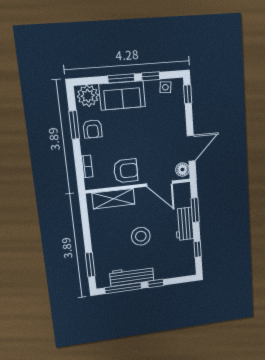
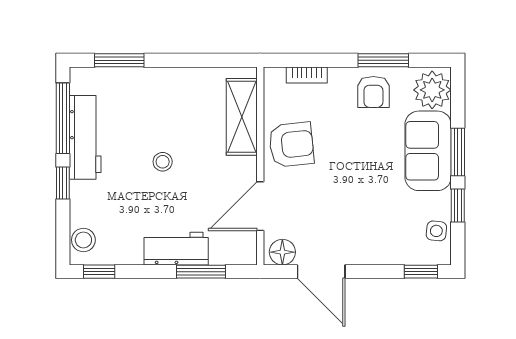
armchair: (93, 129) -> (373, 92), turned -90
armchair: (126, 171) -> (291, 145), turned -96
stool: (141, 236) -> (163, 162), width x0.53, depth x0.53
window: (198, 249) -> (99, 272), moved
stool: (183, 270) -> (83, 240), added

